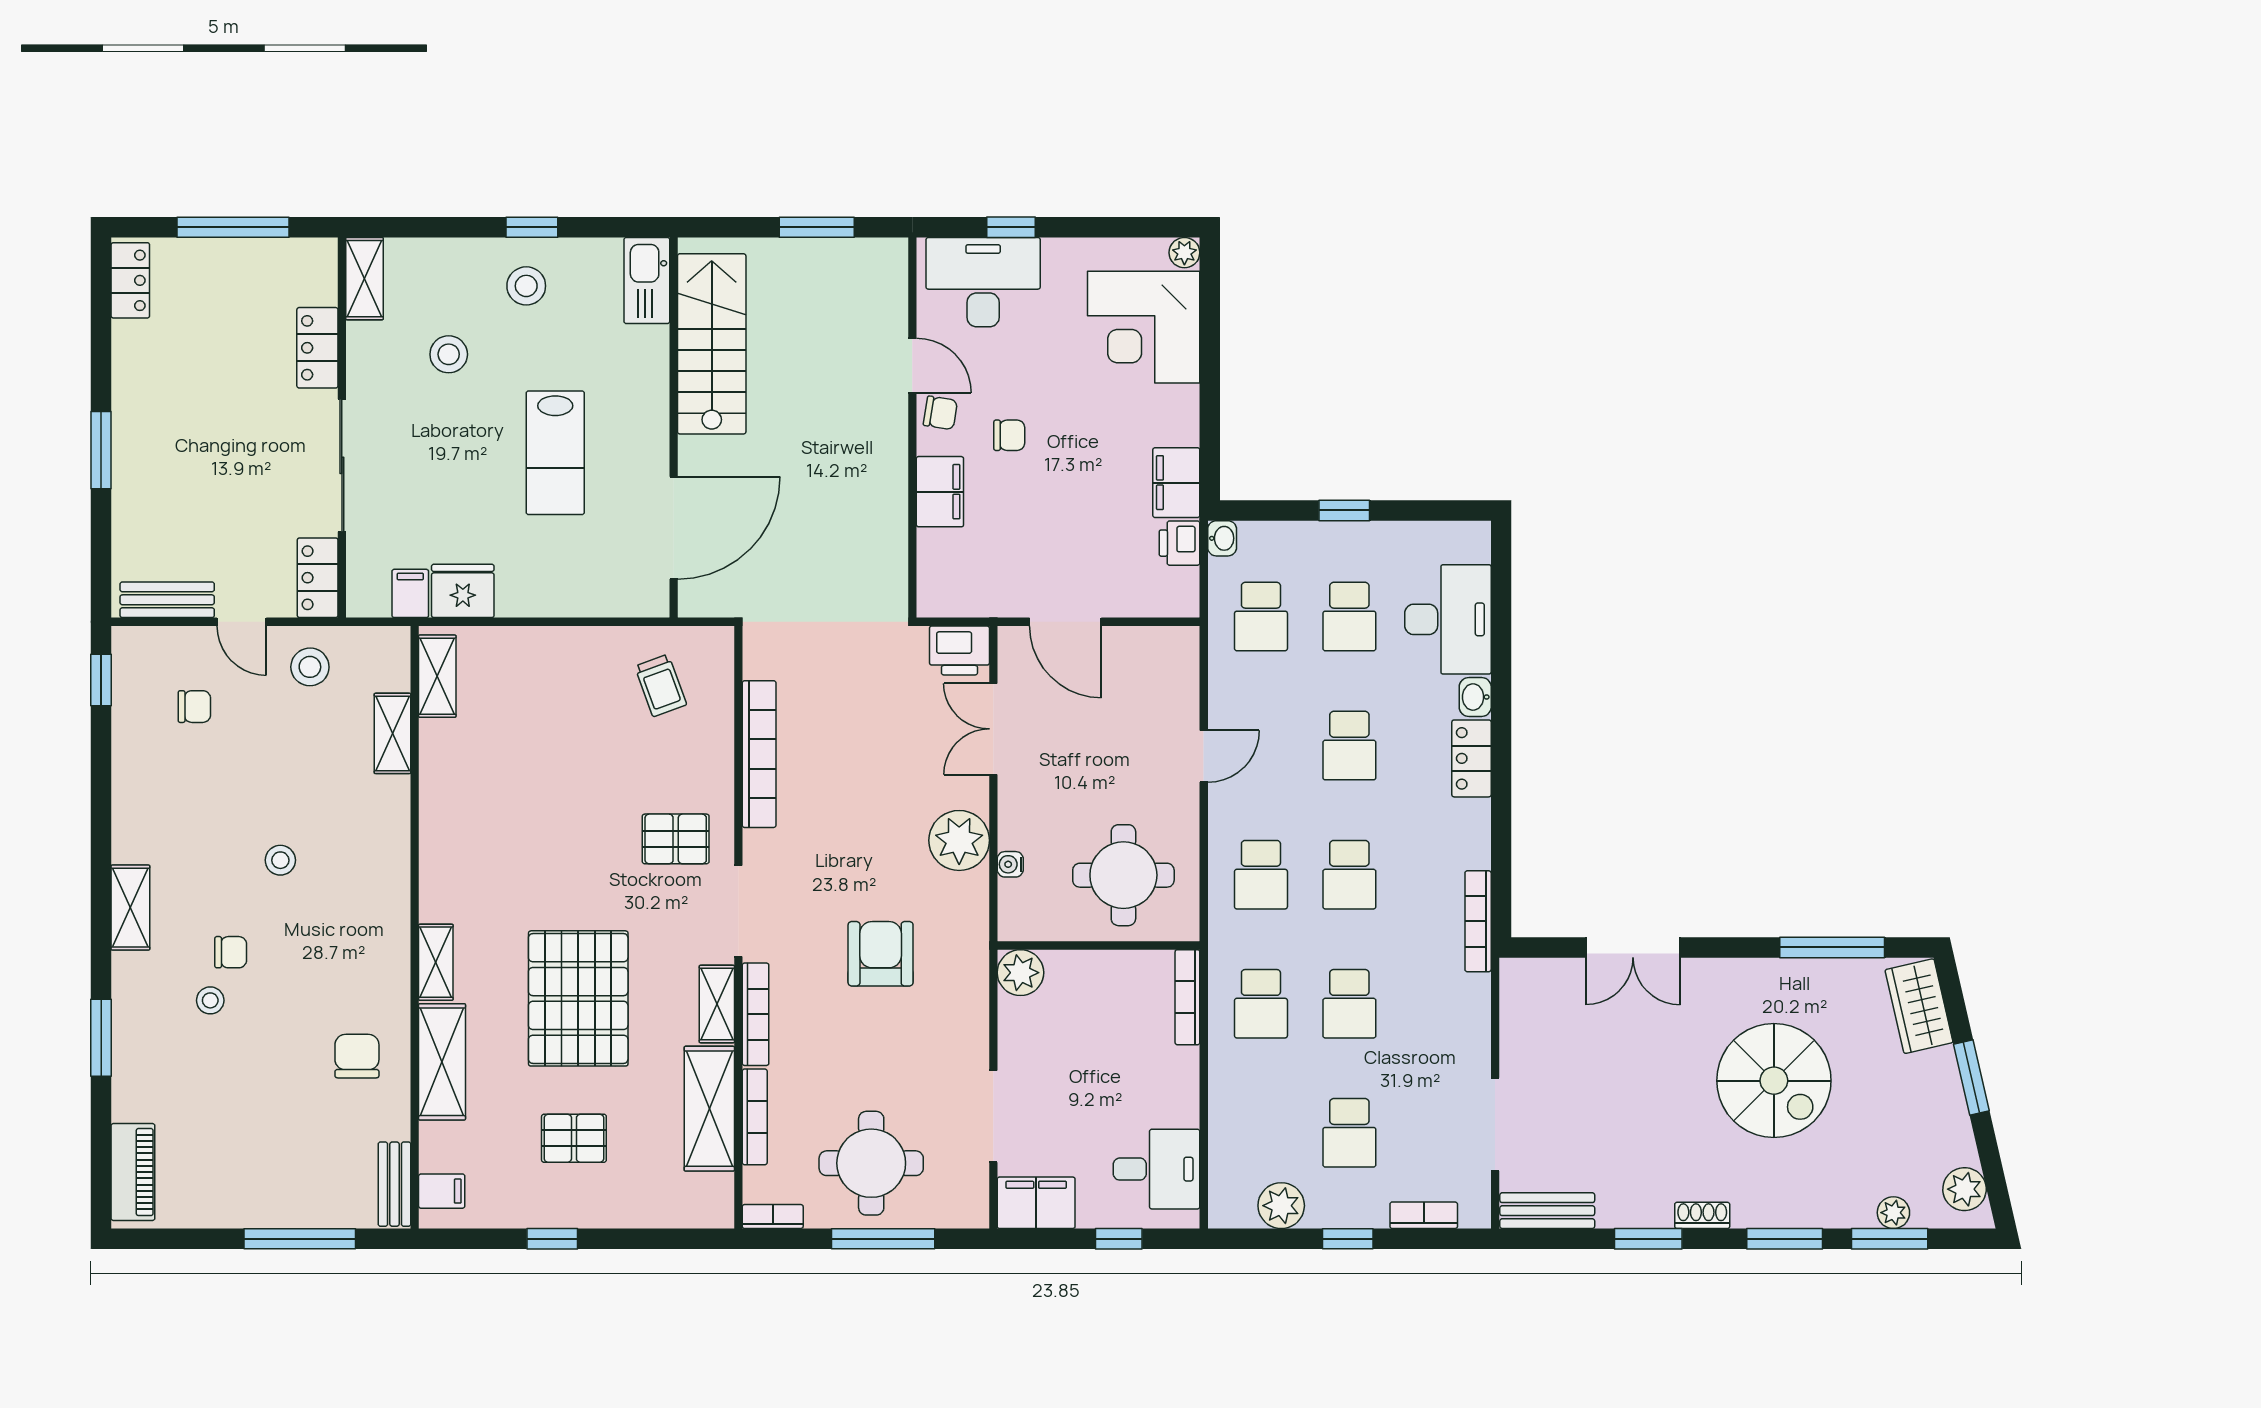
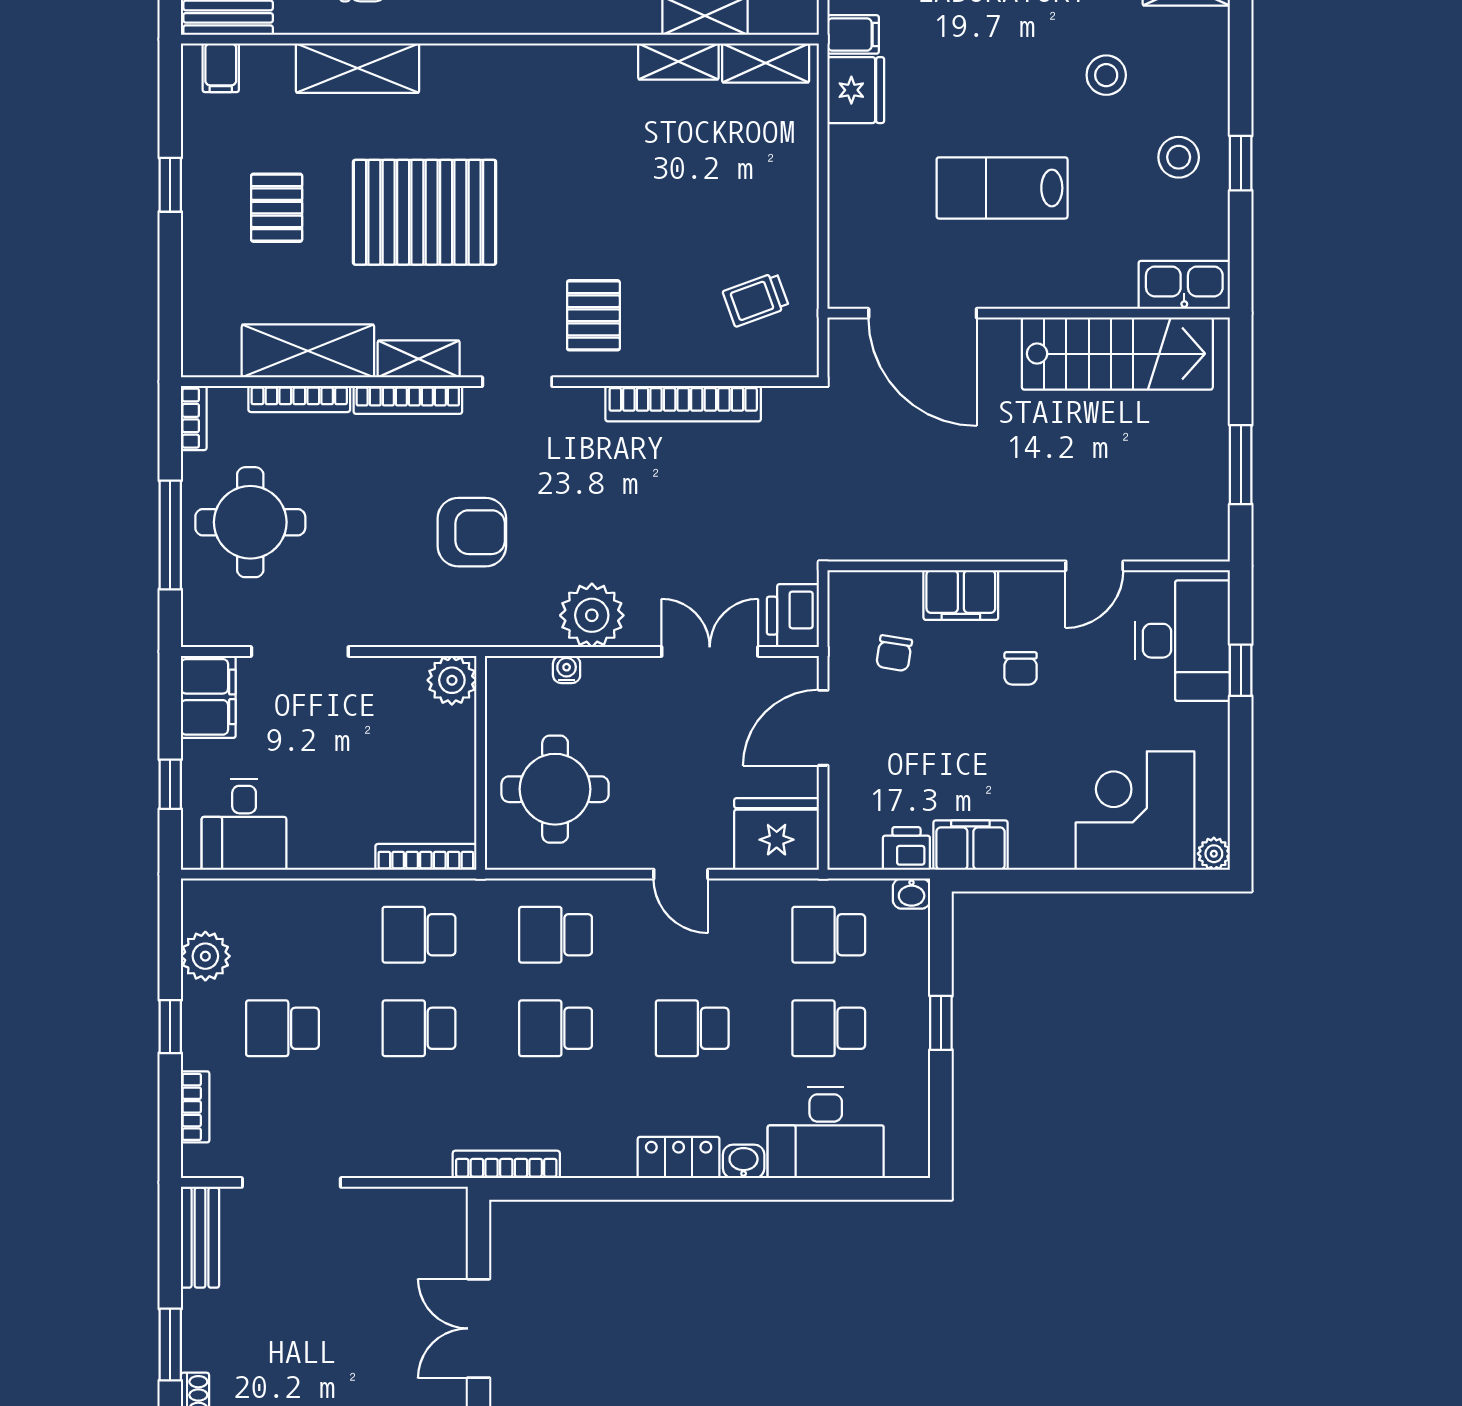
chair: (940, 413) -> (894, 653), moved
fridge: (1166, 666) -> (777, 834), added
doorway: (738, 911) -> (517, 382), width x0.73
shelving: (436, 962) -> (678, 62), moved

